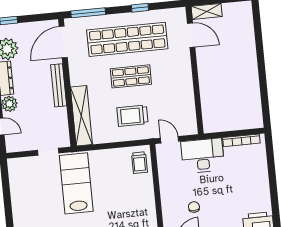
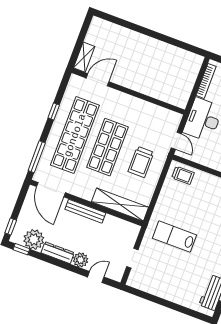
shop shelf: (131, 76) -> (107, 147), width x1.43, depth x1.36
door: (170, 140) -> (176, 141), swing flipped
doorway: (48, 152) -> (132, 258), moved
lab bench: (76, 183) -> (175, 237), width x0.73, depth x0.72

